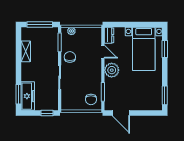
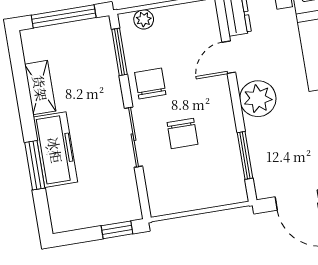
door: (103, 52) -> (229, 57), swing flipped
window: (18, 94) -> (35, 165), moved
freezer: (28, 96) -> (55, 150), moved
chair: (91, 99) -> (182, 133), moved

